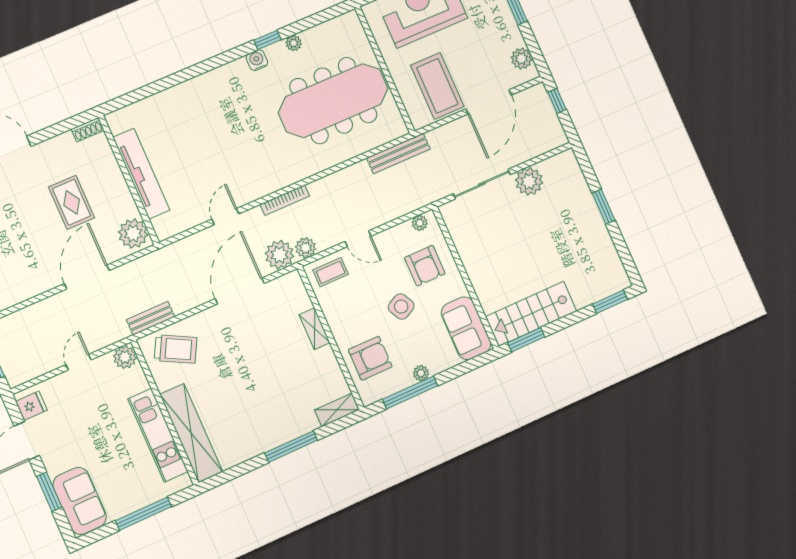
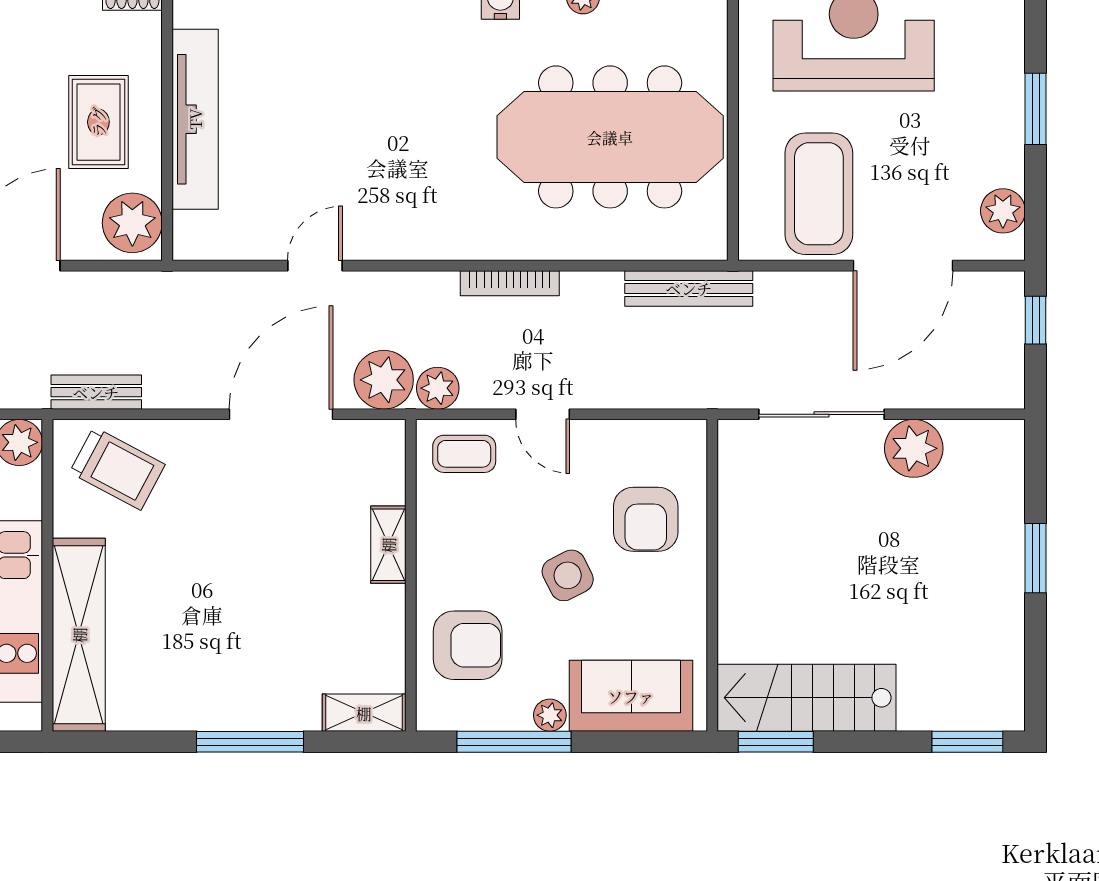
bookcase: (285, 200) -> (510, 283), moved
rug: (72, 202) -> (98, 122), moved
plant: (420, 223) -> (671, 435), removed
sofa: (466, 328) -> (631, 696), moved, turned 90

